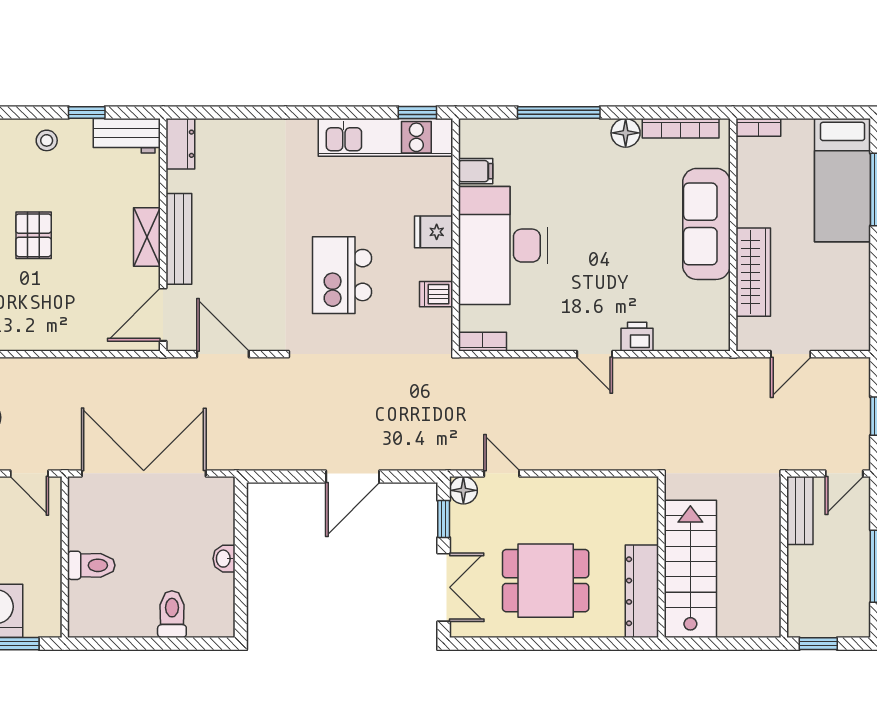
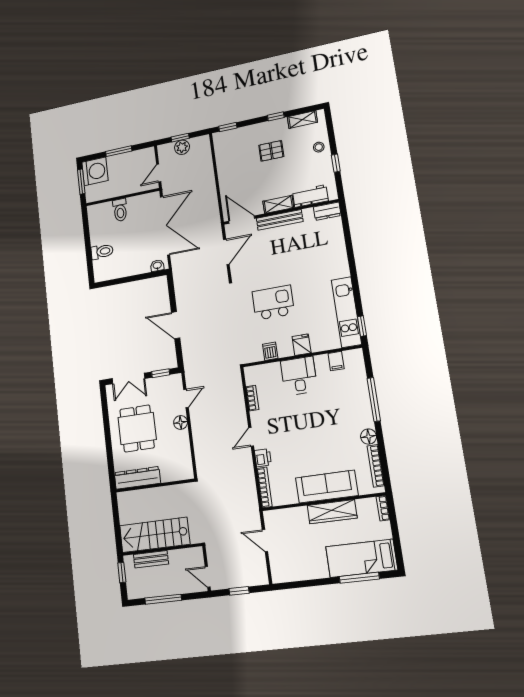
workbench: (127, 136) -> (310, 196), moved, turned 90
desk: (503, 246) -> (299, 376), width x0.53, depth x0.77
wardrobe: (753, 272) -> (332, 512), moved
bookcase: (483, 342) -> (252, 398), moved
bookcase: (693, 342) -> (264, 487), added
floor lamp: (463, 490) -> (181, 422), moved
bench: (800, 511) -> (151, 559), moved
washbasin: (224, 559) -> (157, 266), moved
stairs: (690, 569) -> (155, 535), moved, turned 180

